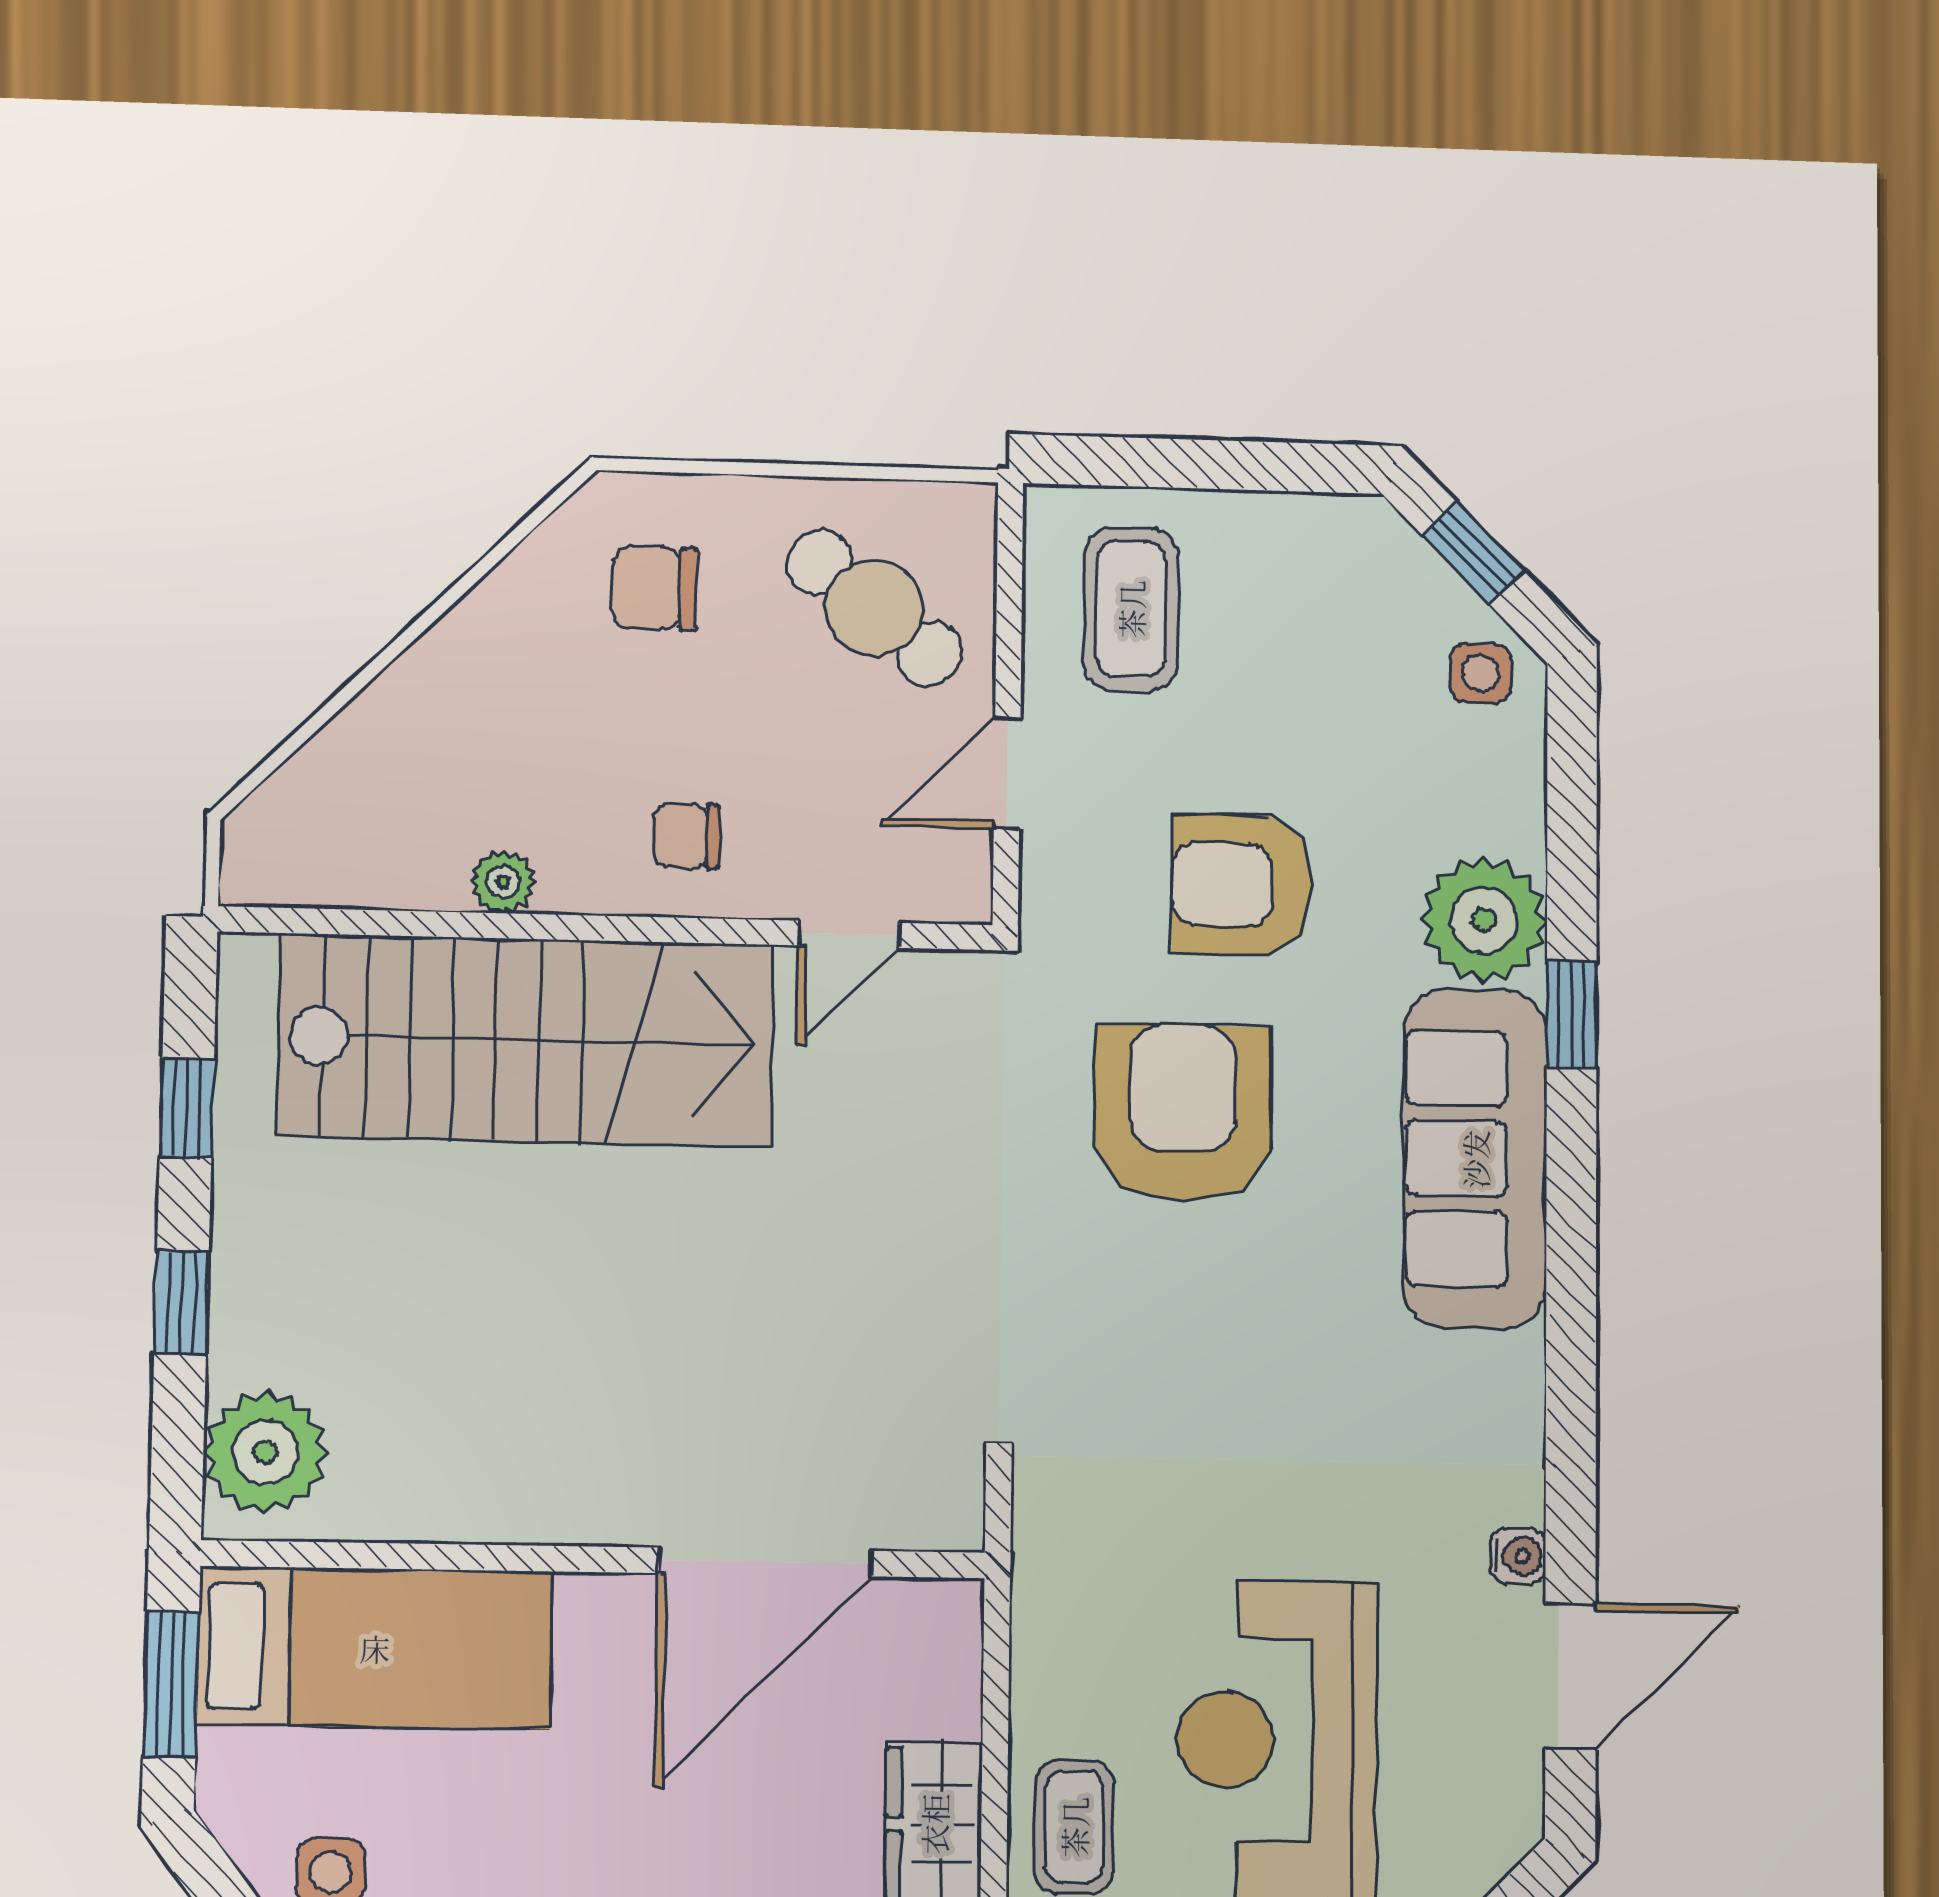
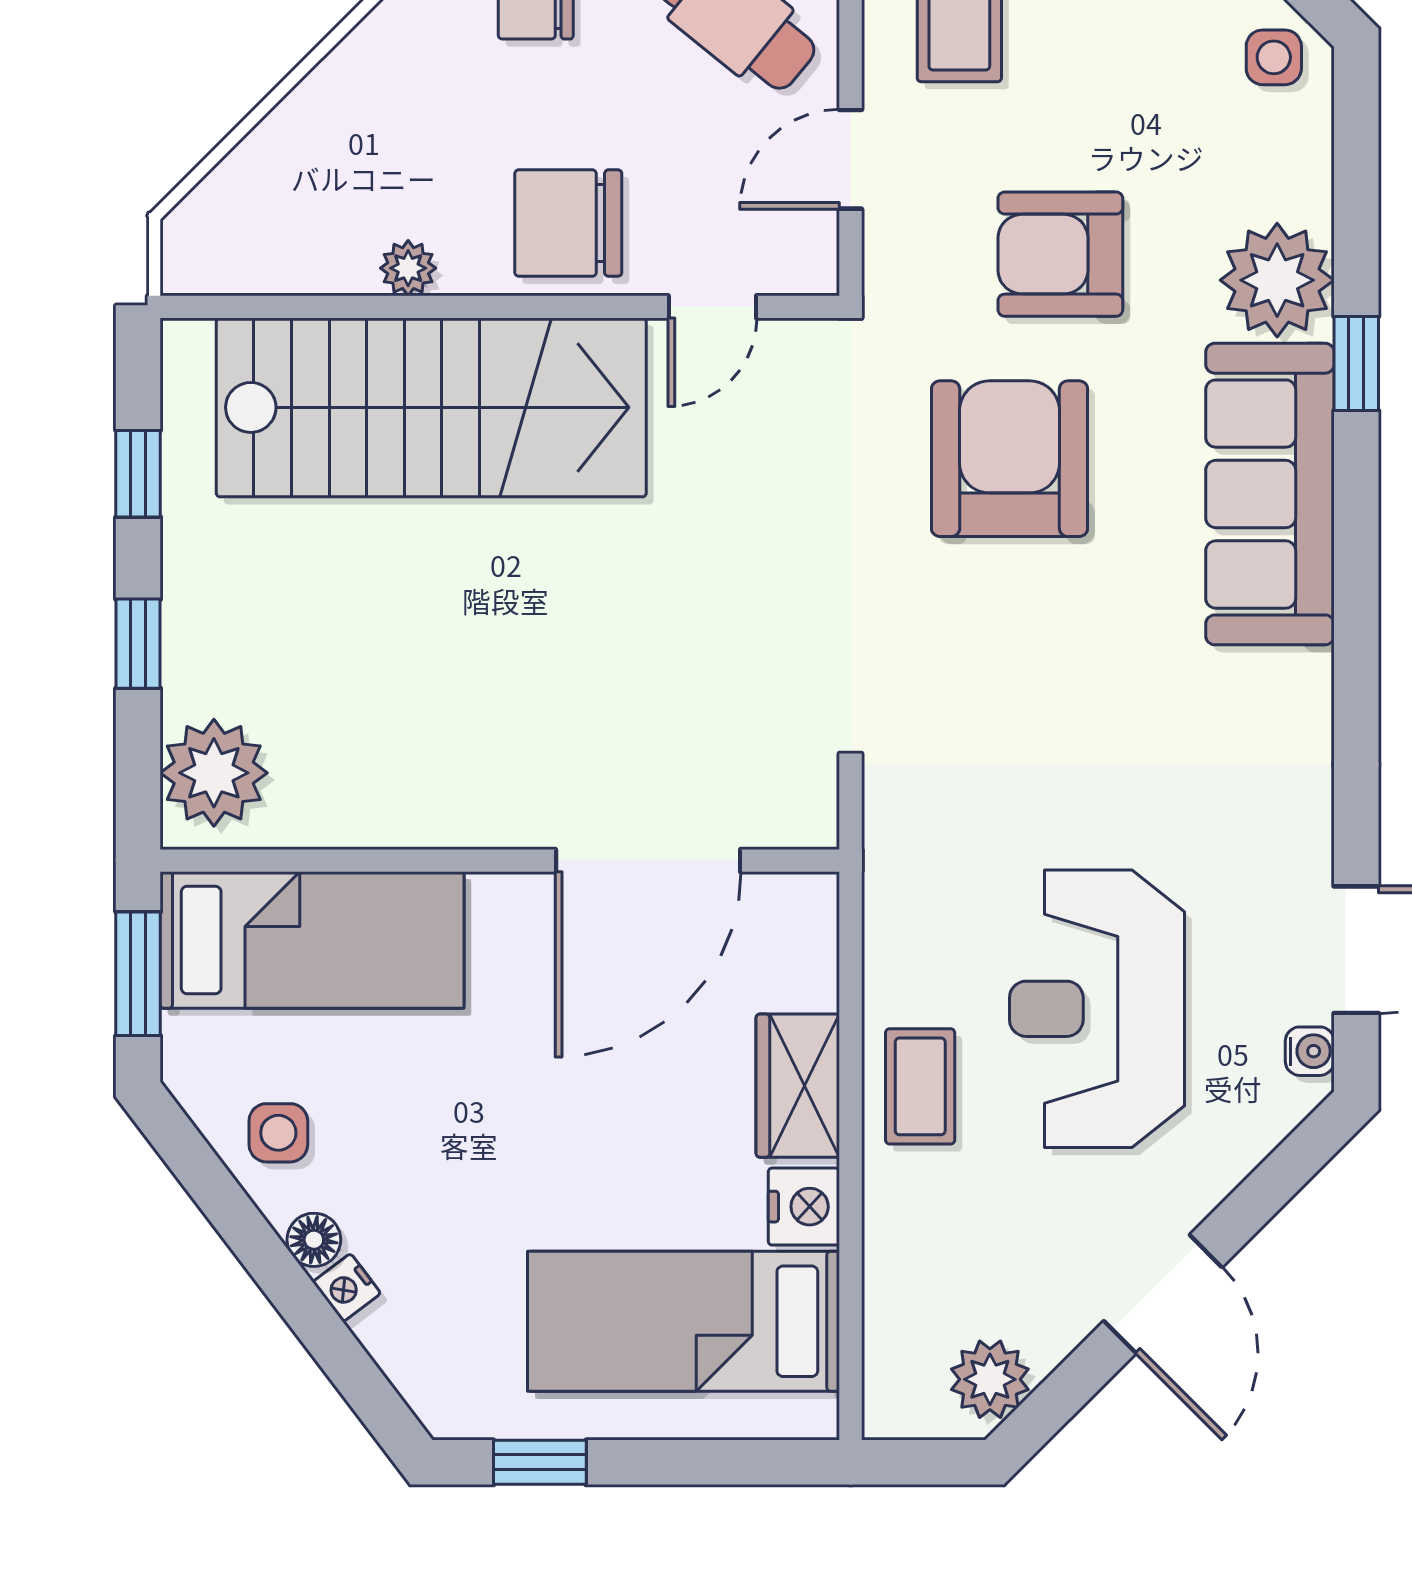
chair: (687, 836) -> (568, 223), width x1.87, depth x1.87
water cooler: (1518, 1556) -> (1310, 1051), moved

